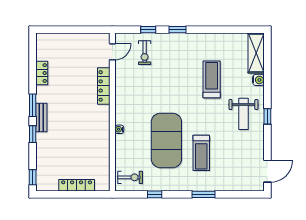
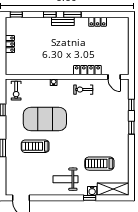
exercise bike: (145, 53) -> (83, 90), moved
treadmill: (212, 79) -> (99, 164), moved, turned 180
window: (267, 116) -> (90, 198), moved
locker: (77, 185) -> (10, 44), width x0.66

